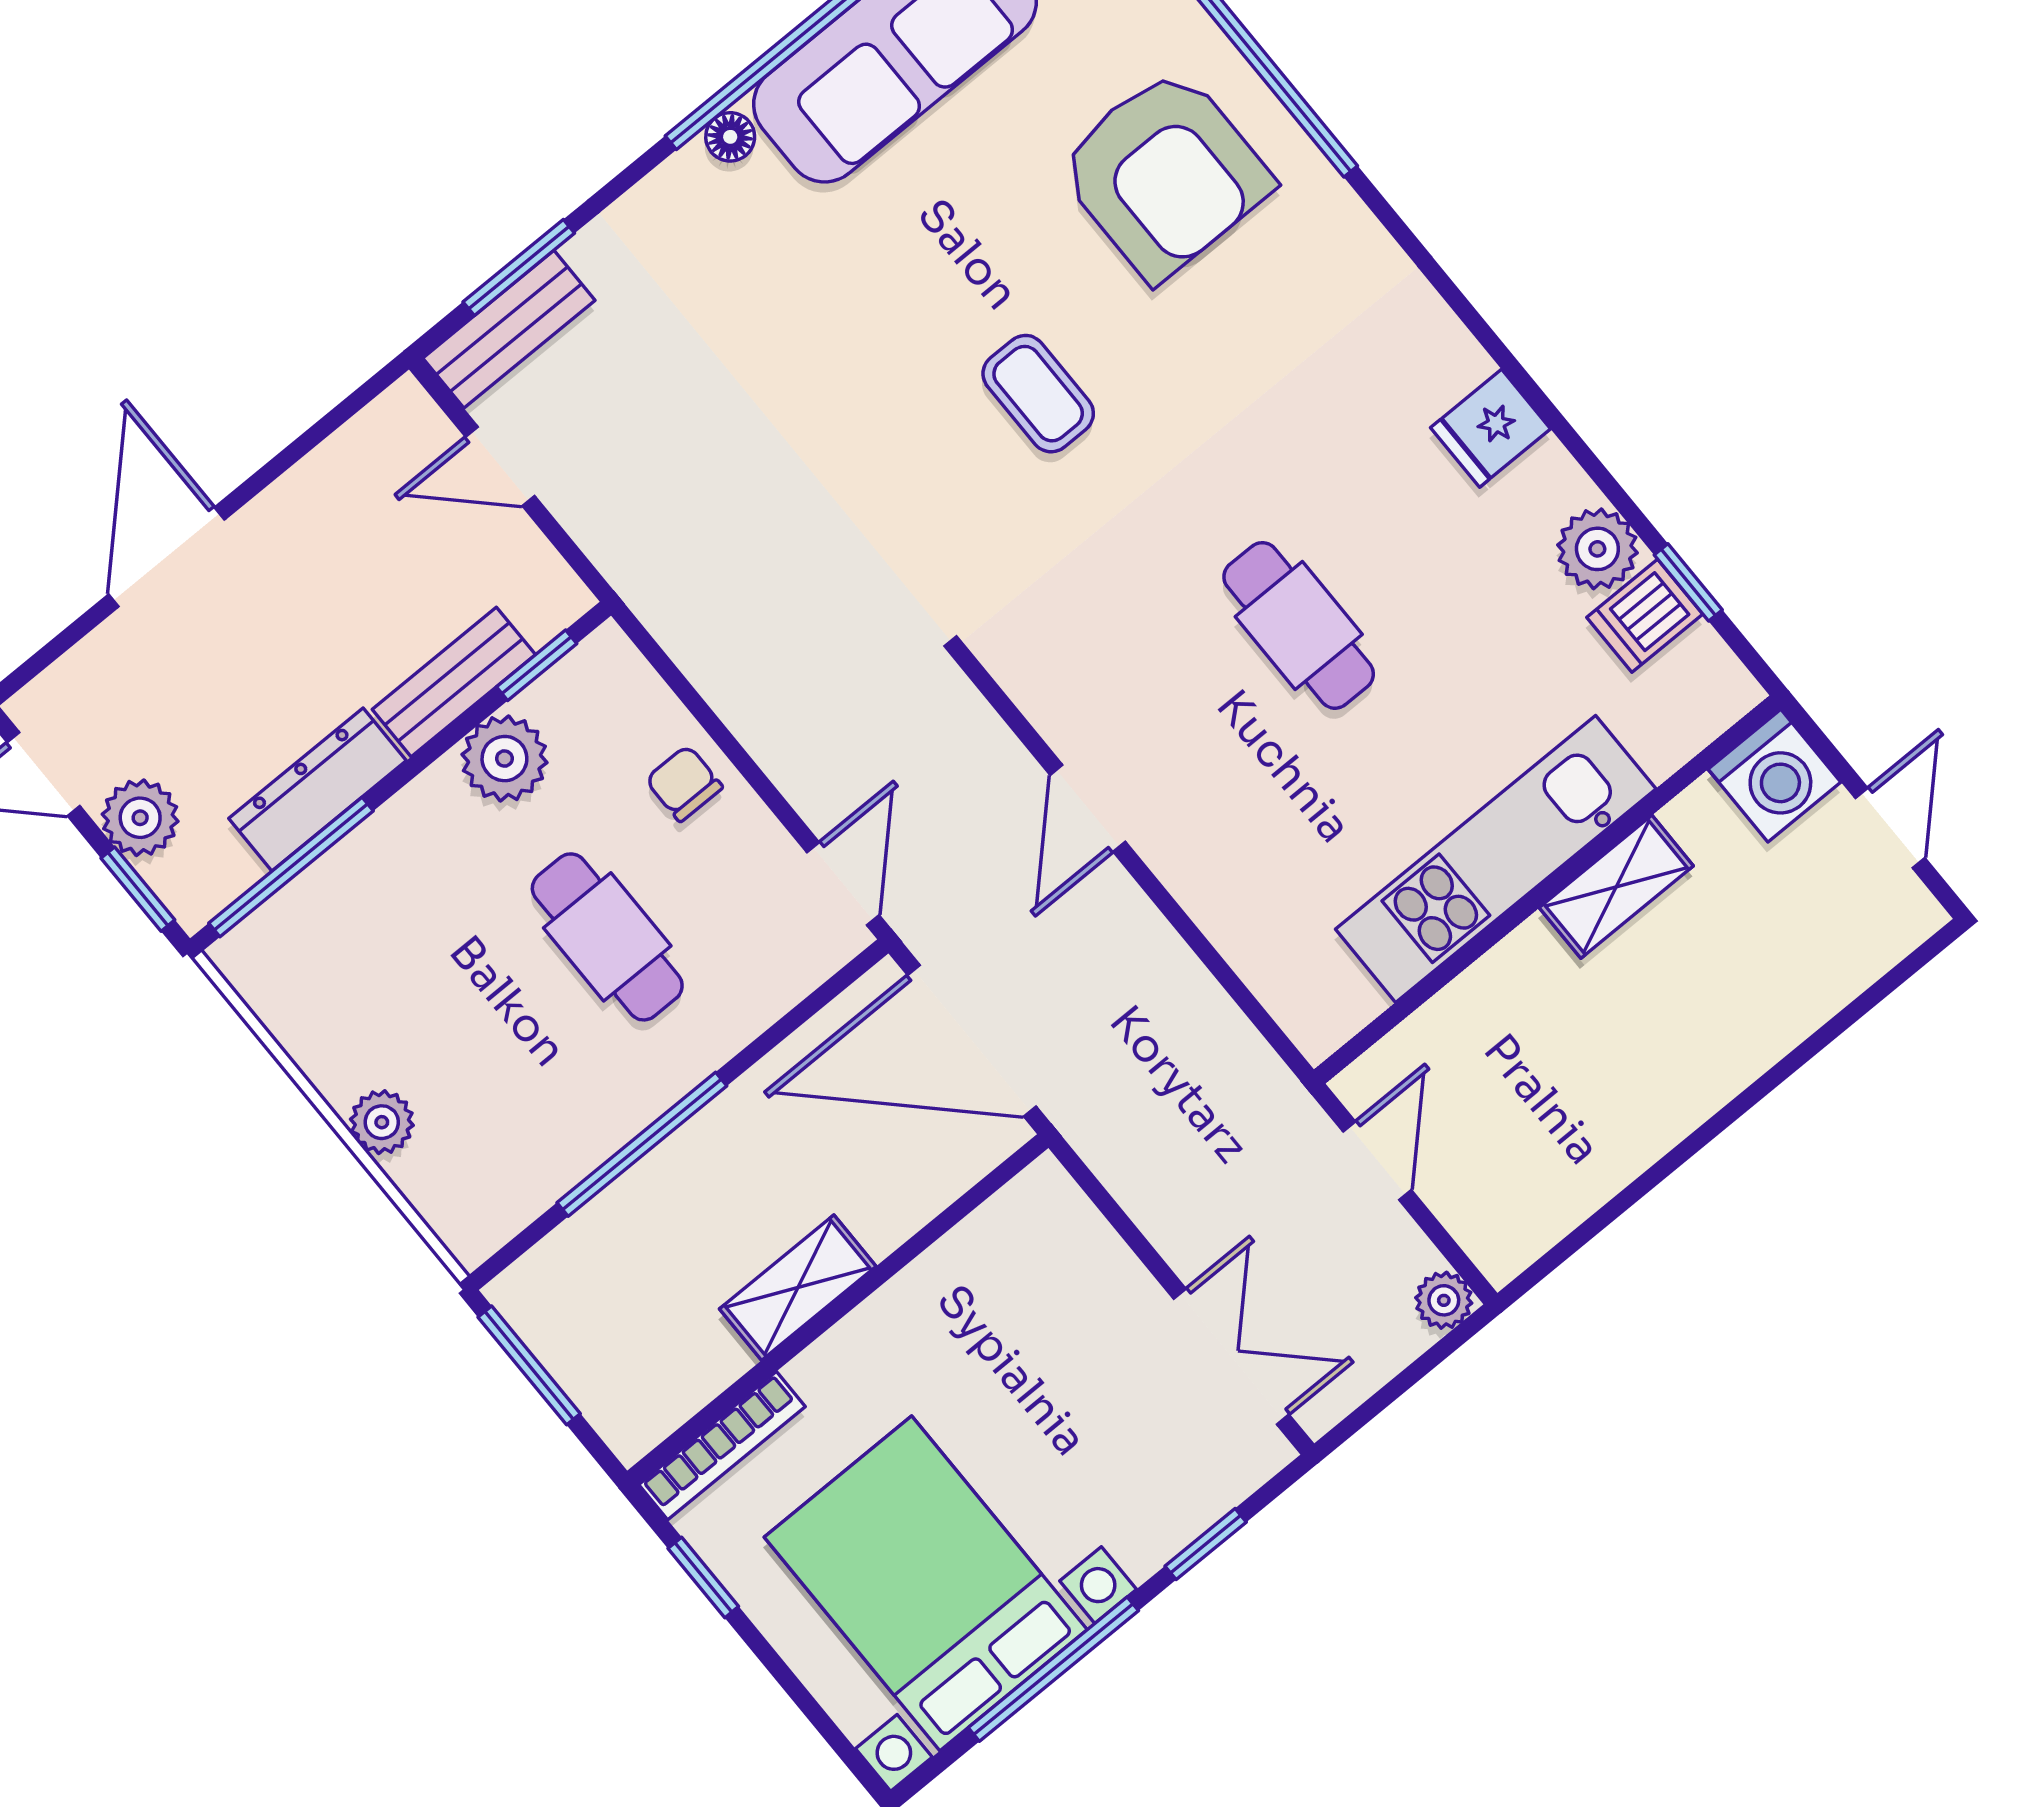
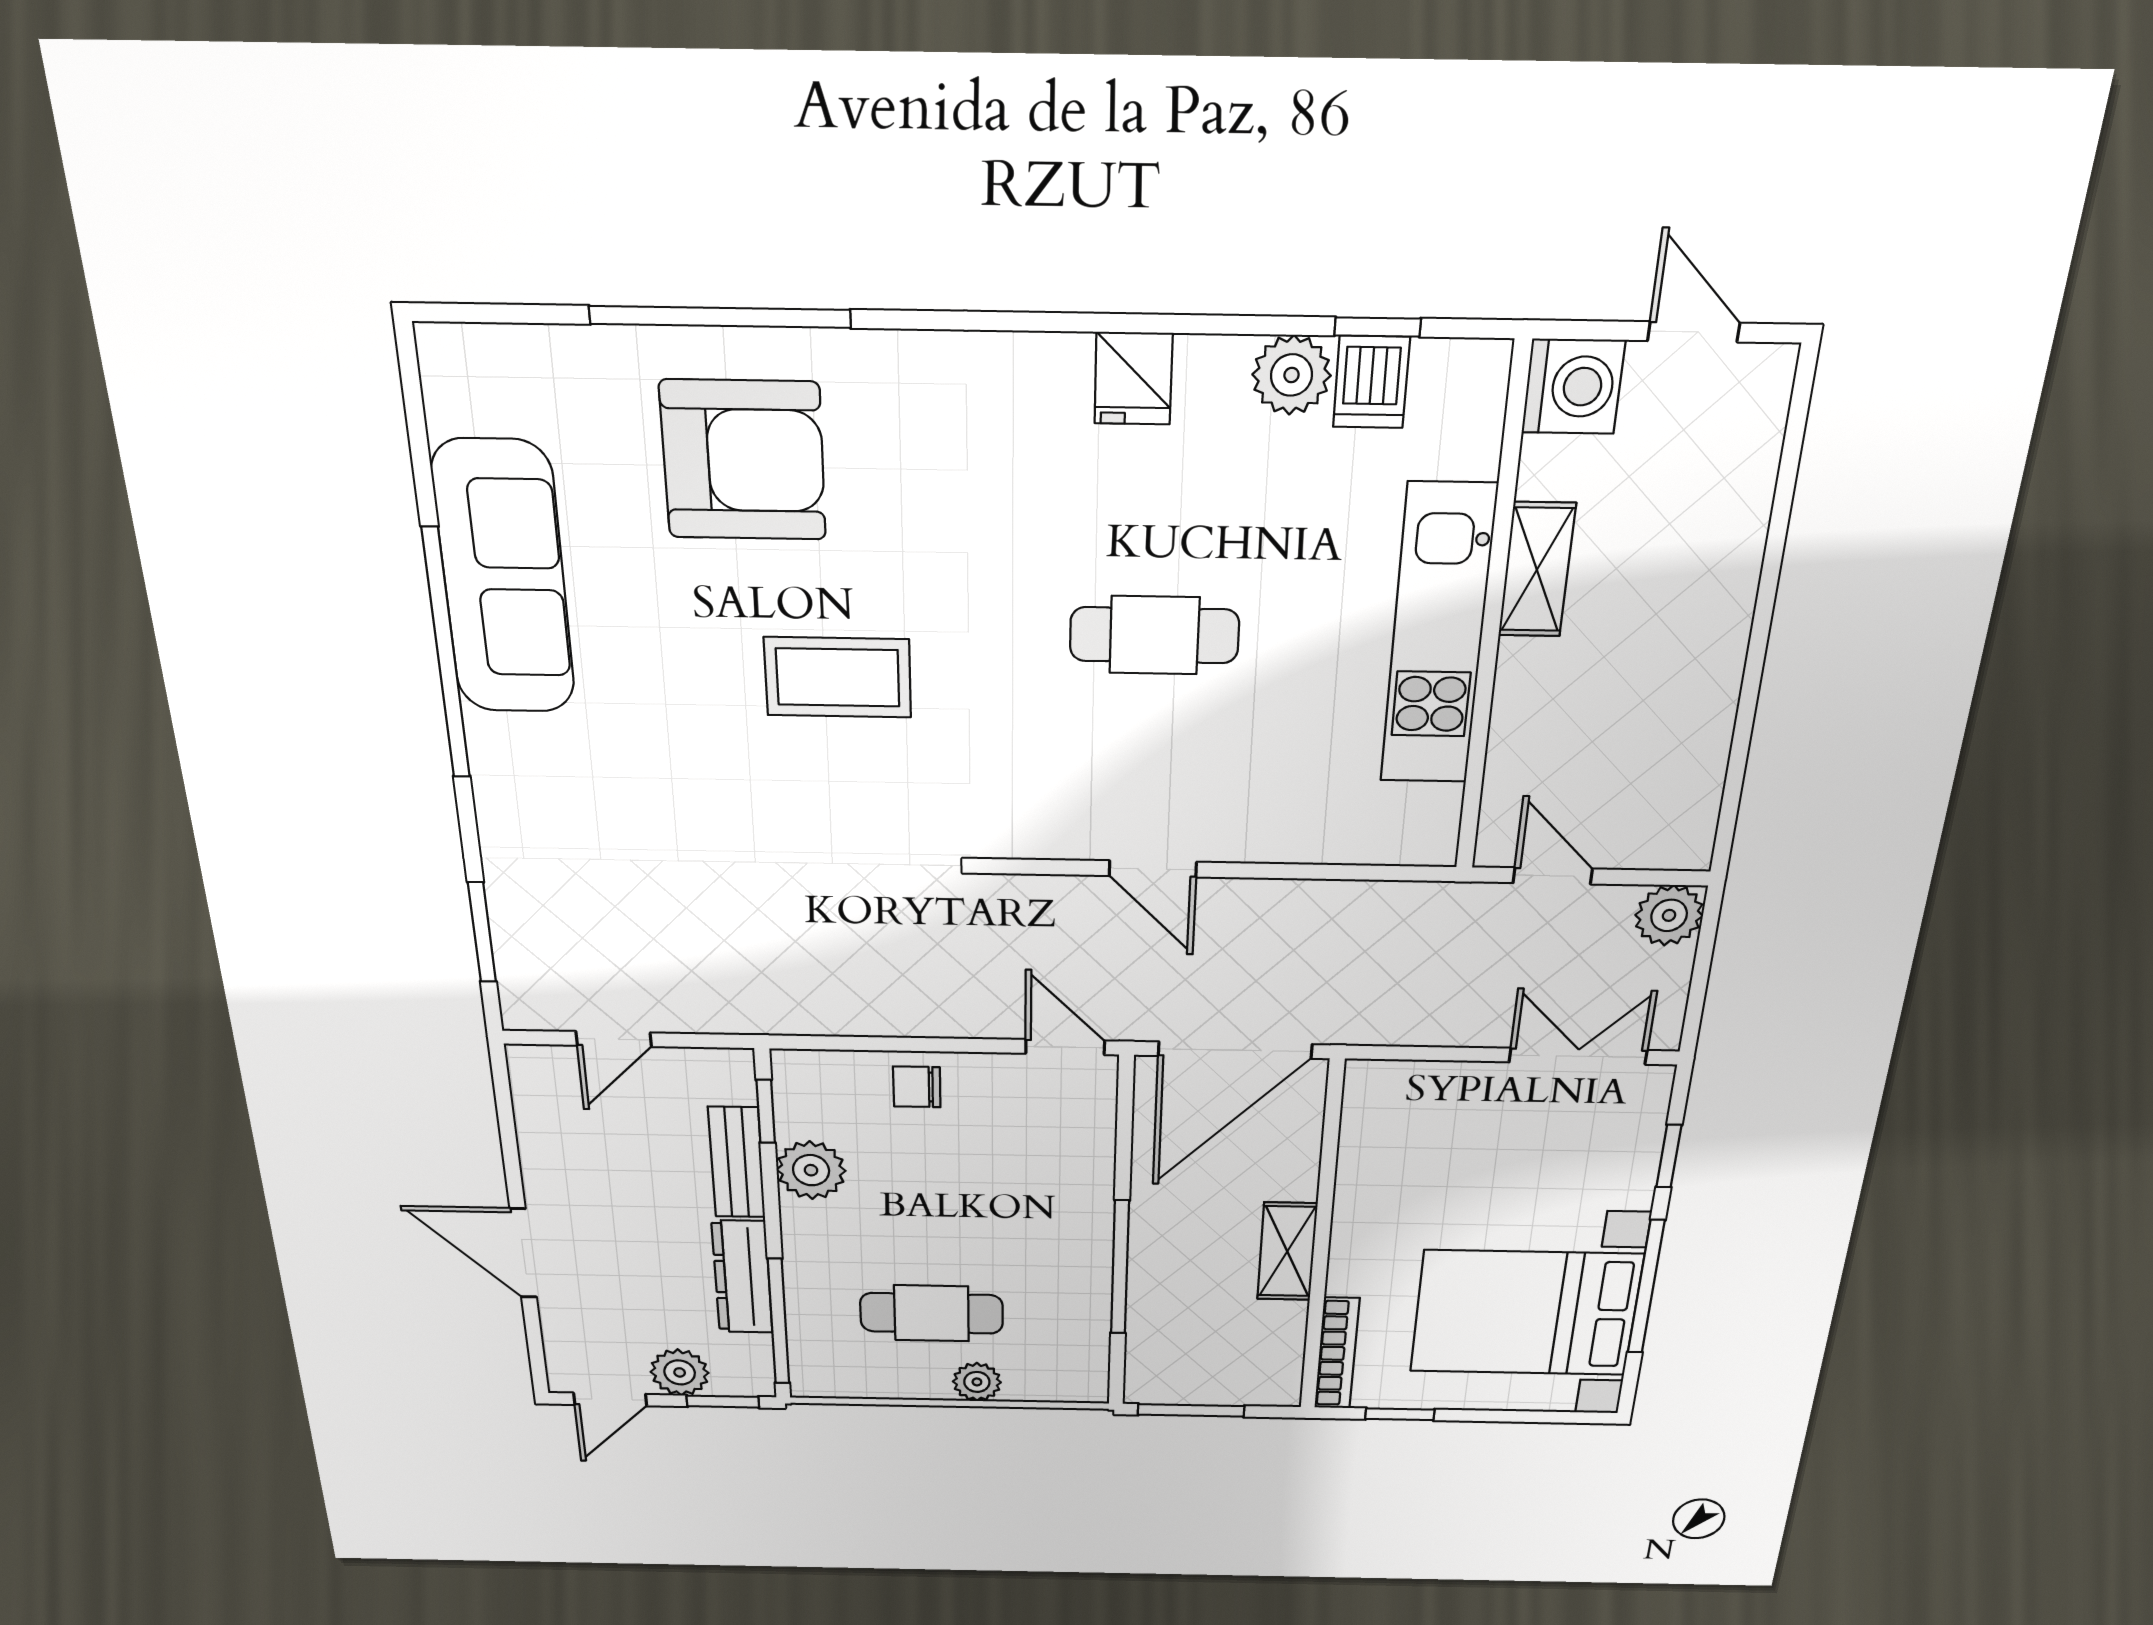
floor lamp: (730, 137) -> (486, 735), removed
bench: (509, 329) -> (522, 968), removed
coffee table: (1038, 394) -> (838, 677), width x1.36, depth x1.30
cafe table: (607, 937) -> (931, 1313), moved
plant: (1444, 1300) -> (1669, 915), width x1.38, depth x1.38

